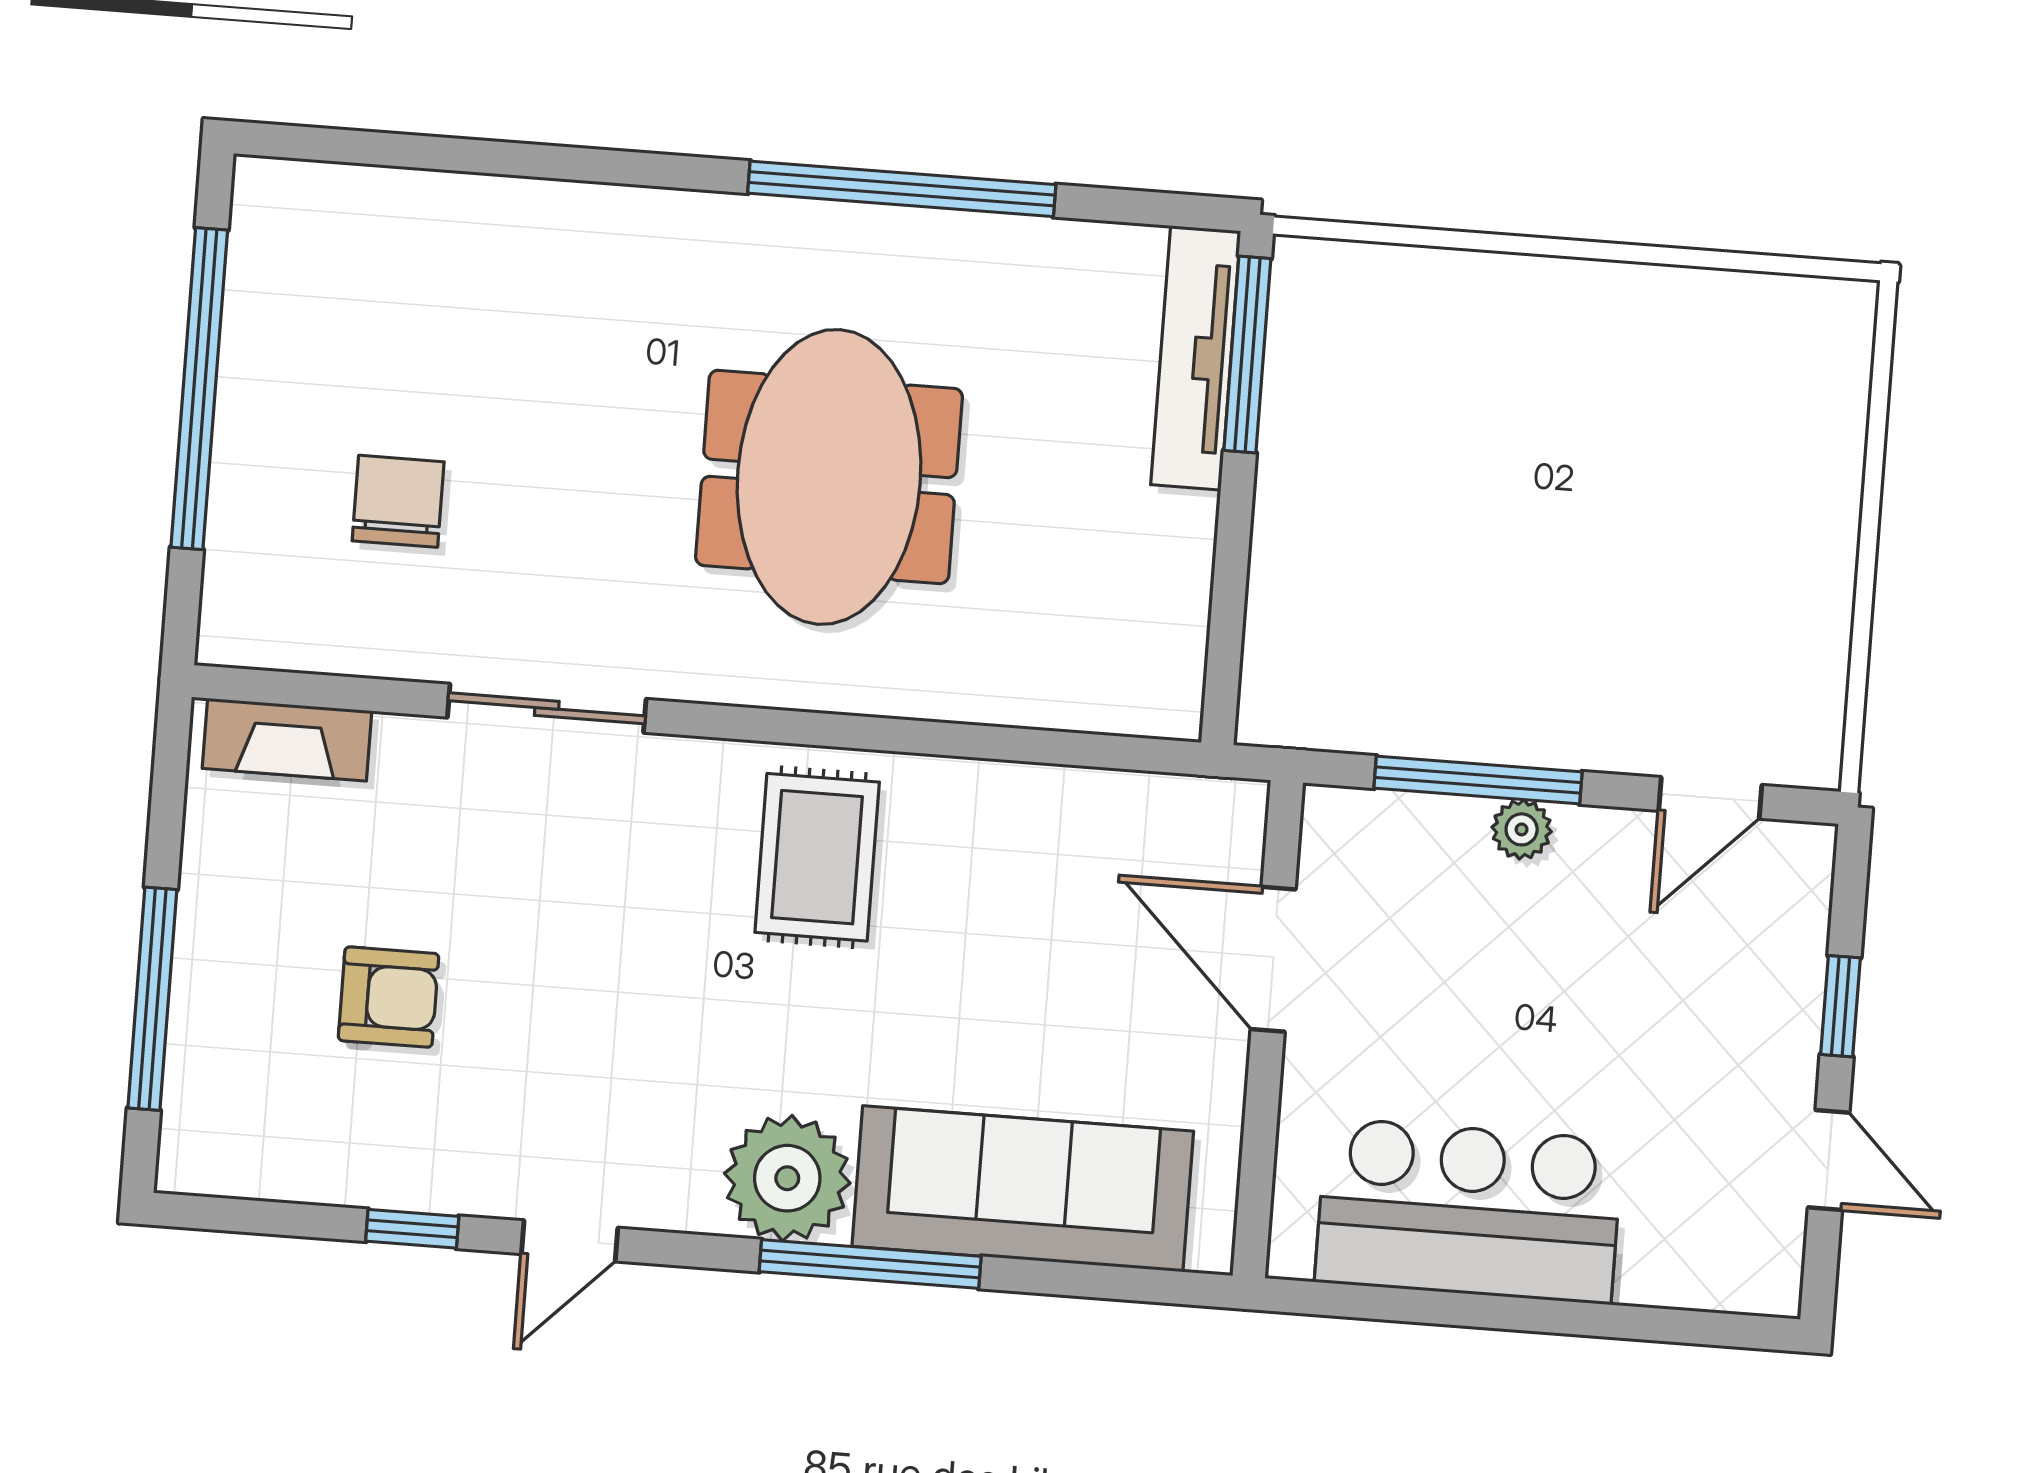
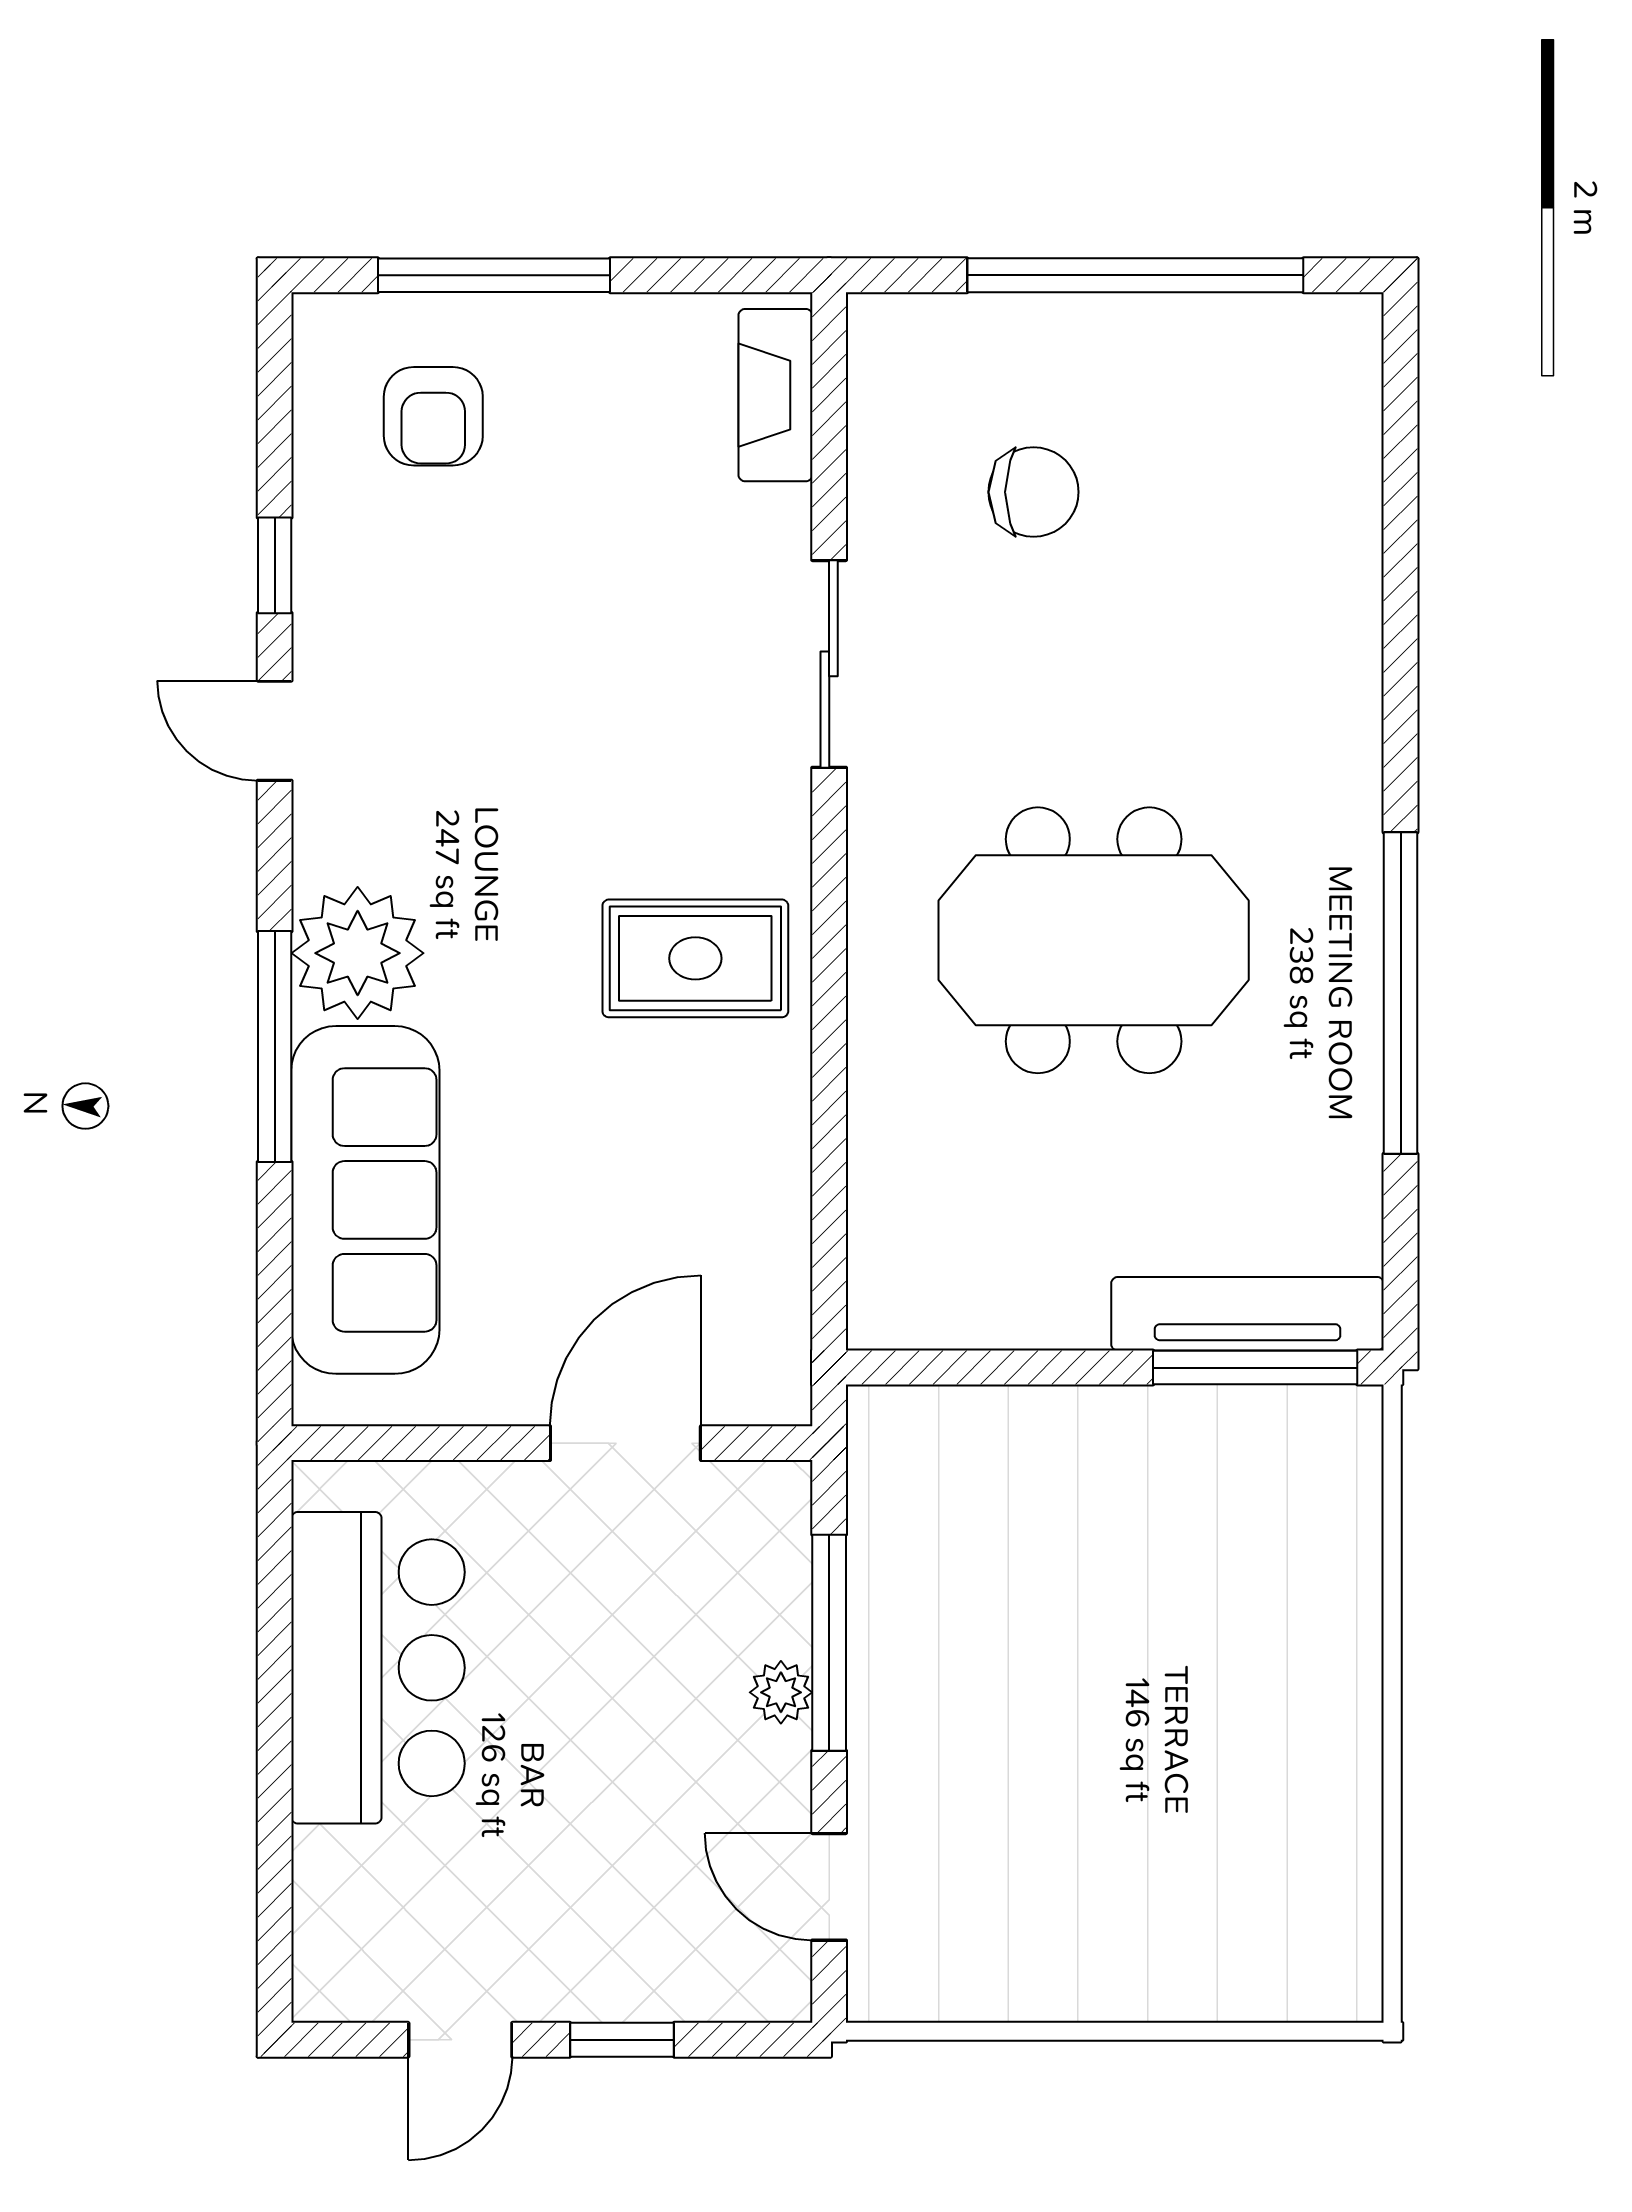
armchair: (389, 997) -> (433, 416), moved

